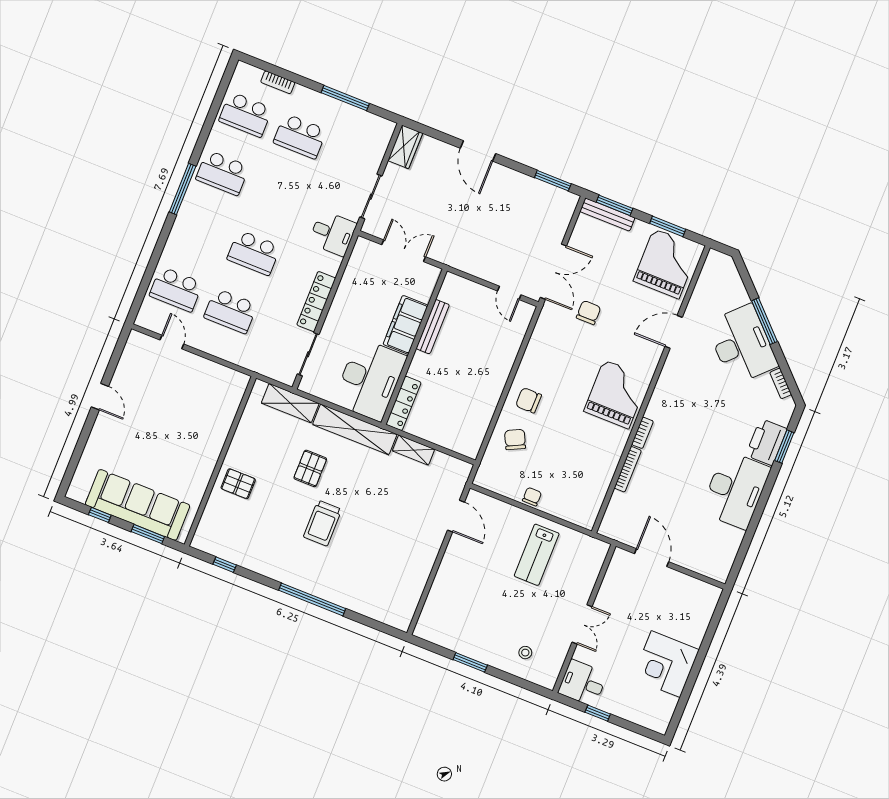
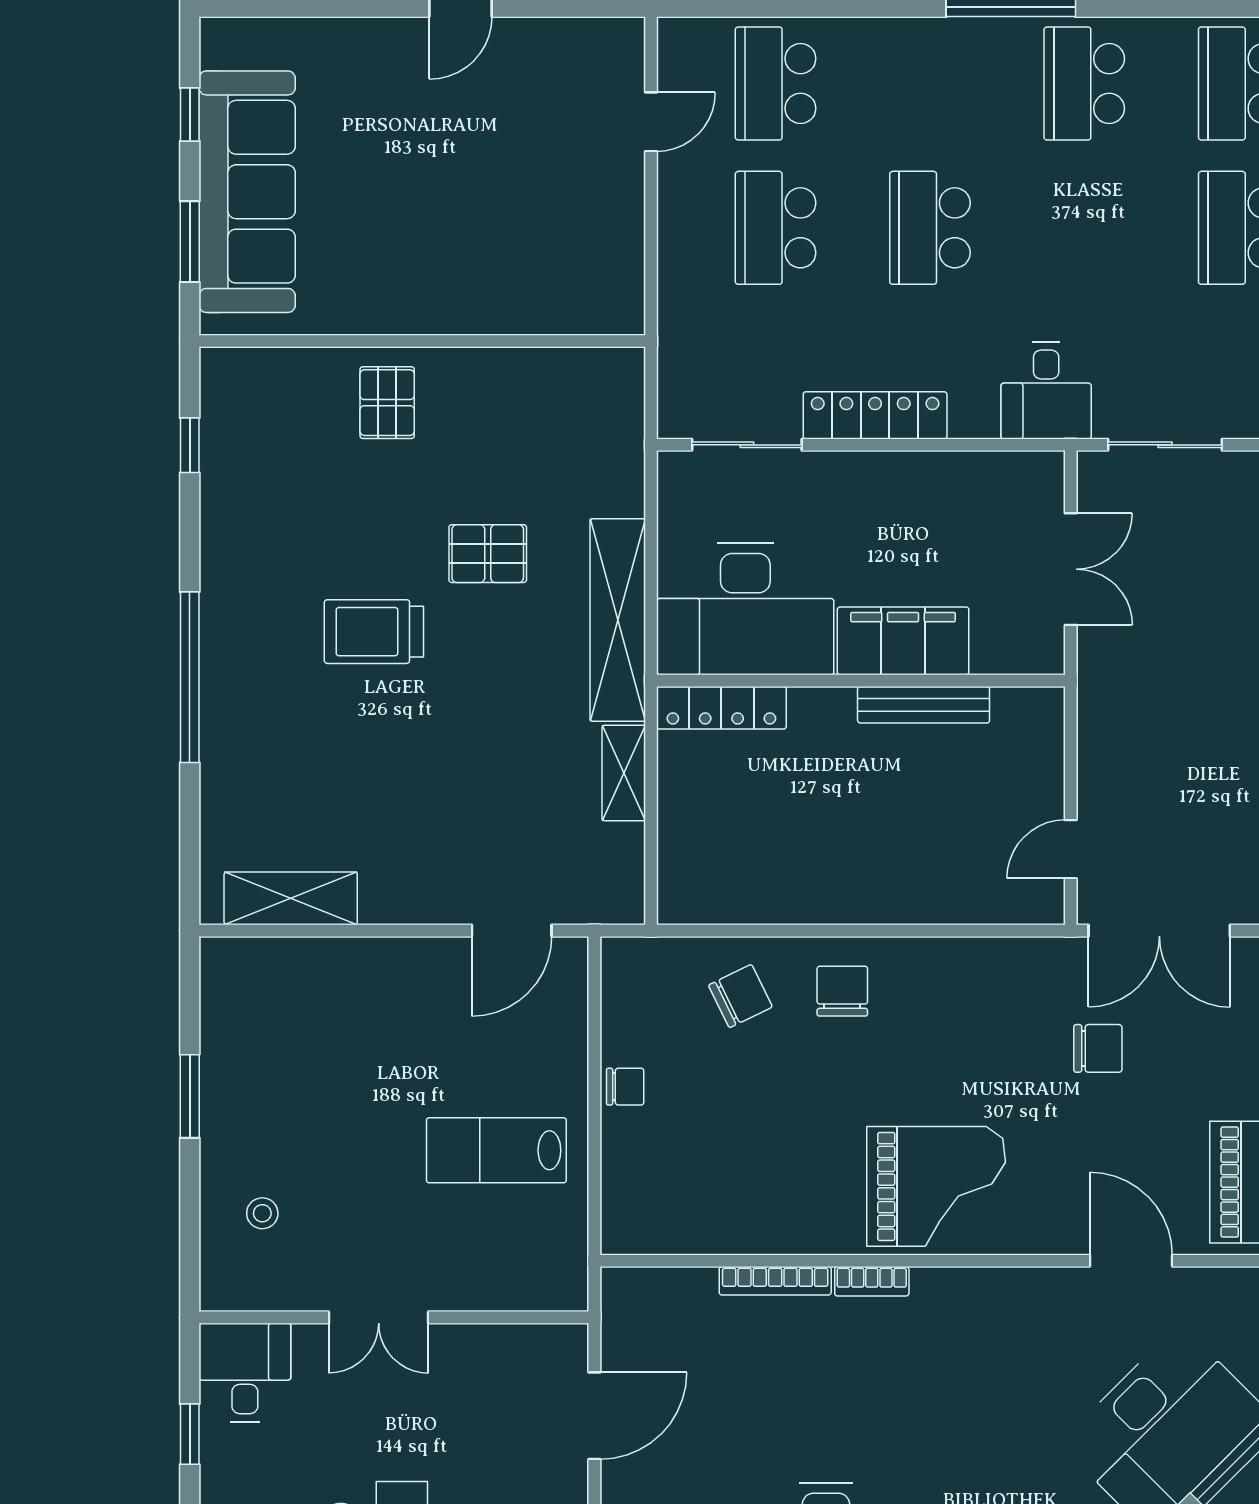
shelving: (290, 403) -> (291, 898), moved, turned 90

